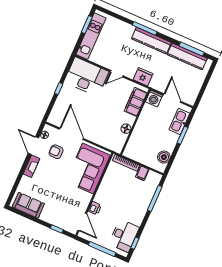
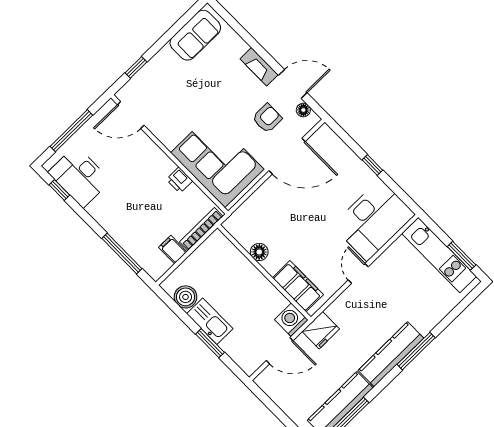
fridge: (143, 77) -> (321, 330), moved
kitchen sink: (179, 121) -> (210, 321), moved
printer: (95, 208) -> (179, 180), moved

